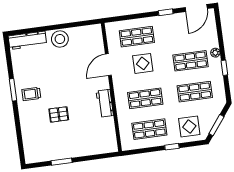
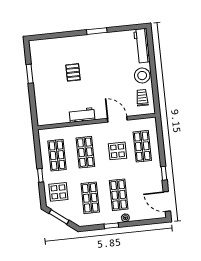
trolley: (31, 94) -> (142, 98), moved

